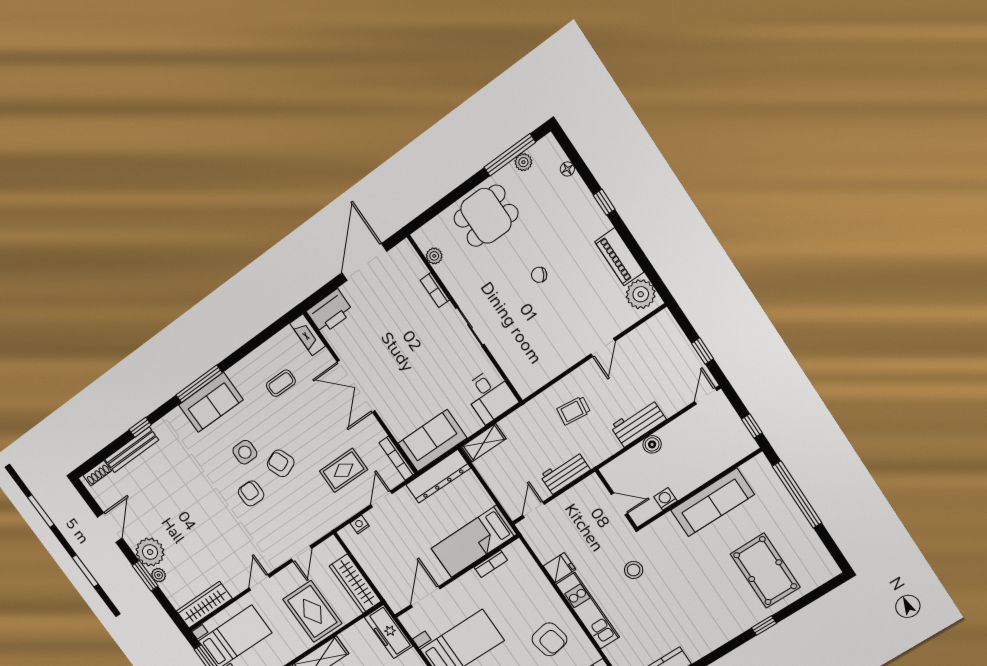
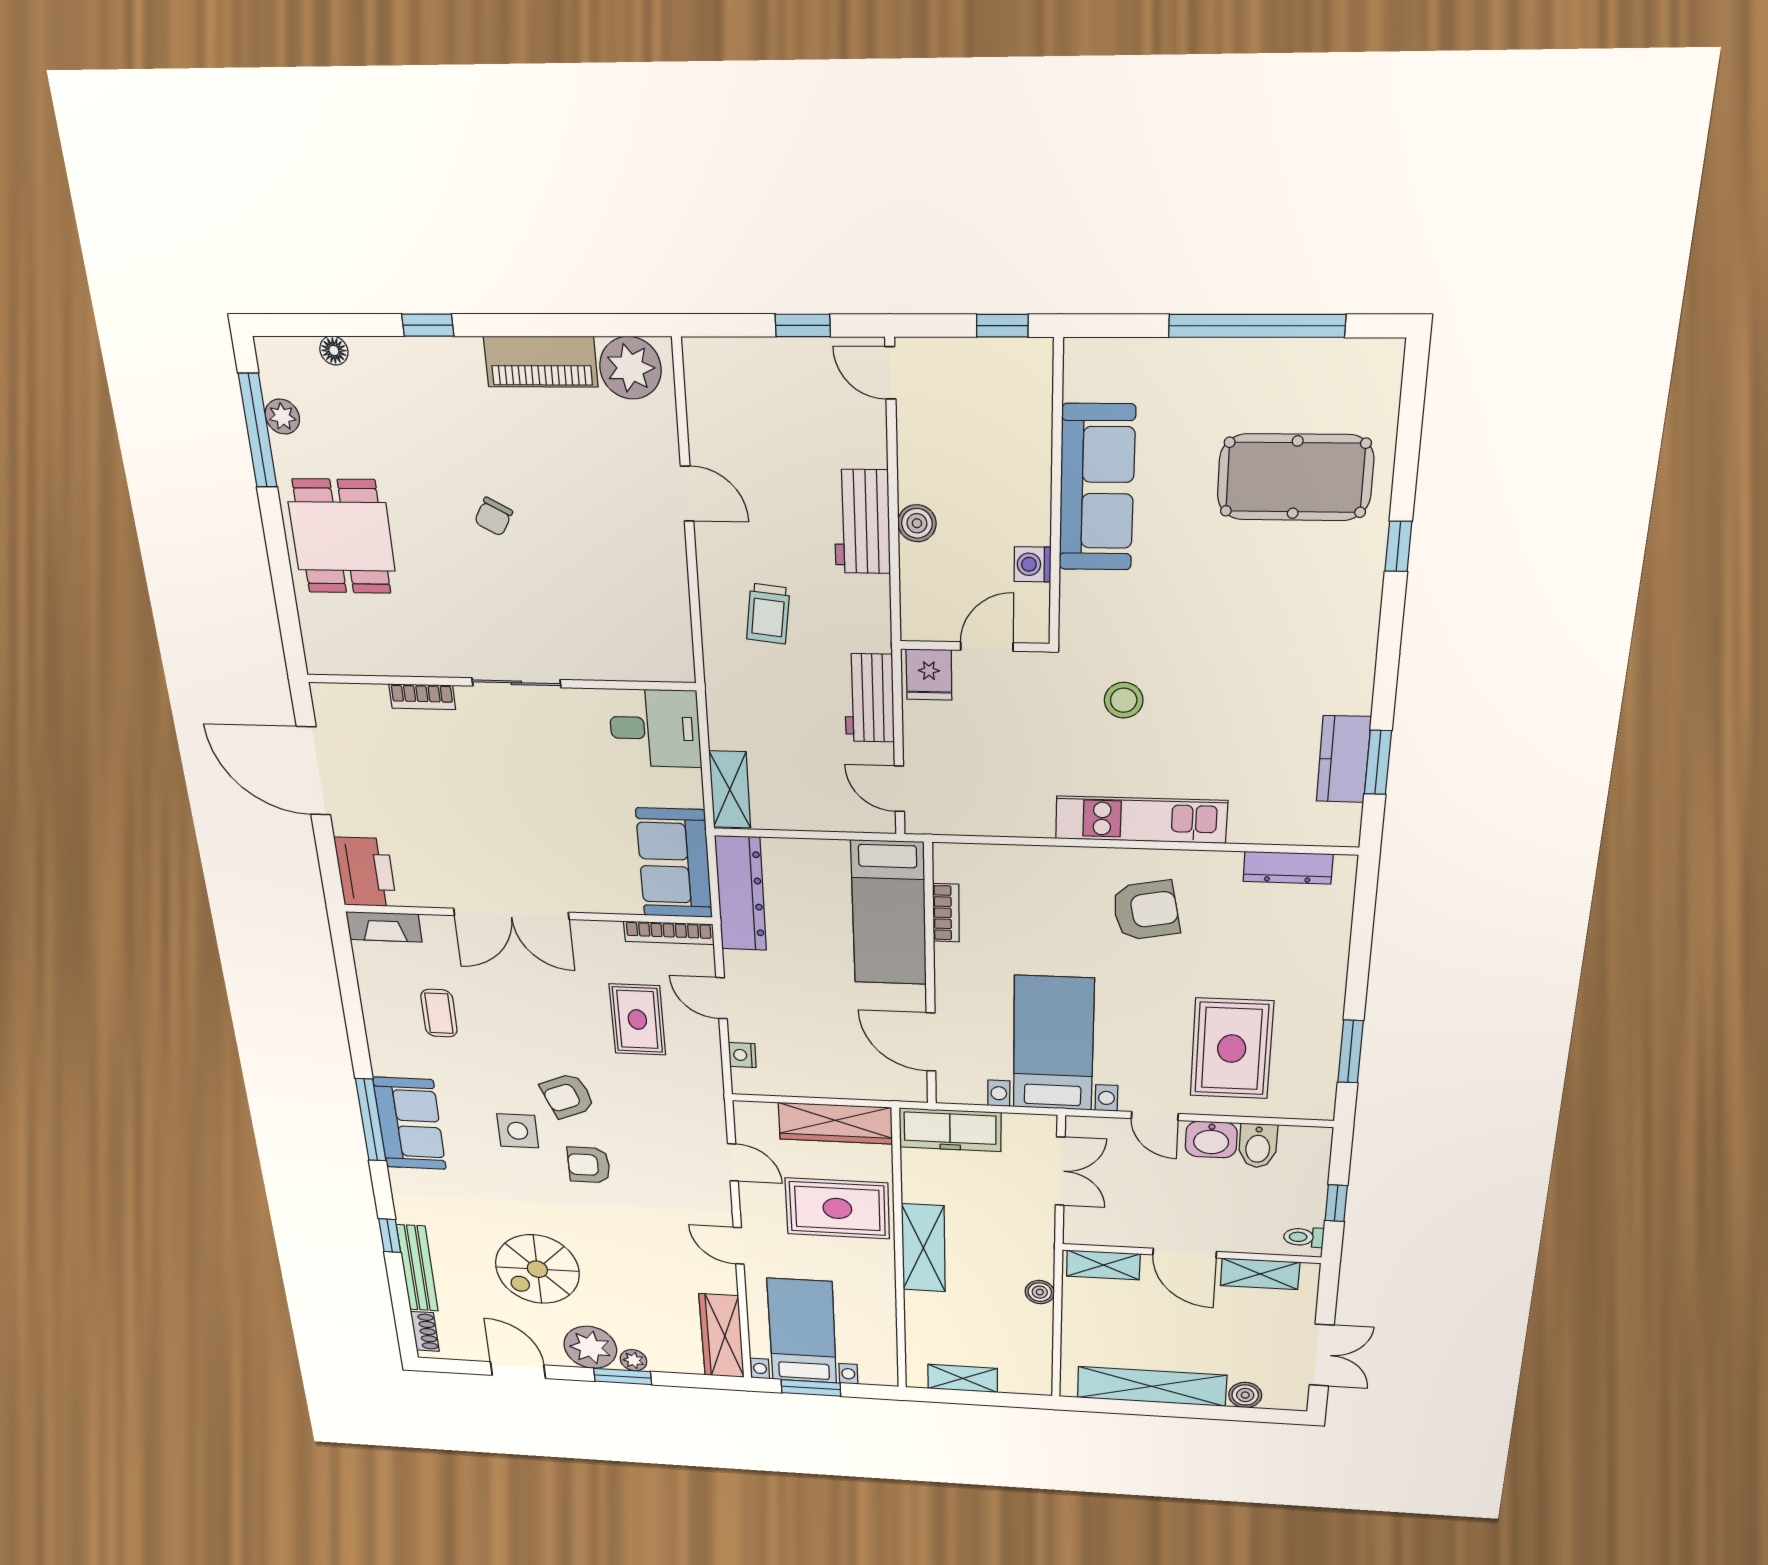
plant: (434, 256) -> (364, 661), removed
window: (797, 495) -> (1257, 326), moved
spiral stairs: (175, 504) -> (537, 1269), added
fridge: (560, 568) -> (929, 675), moved, turned 180

